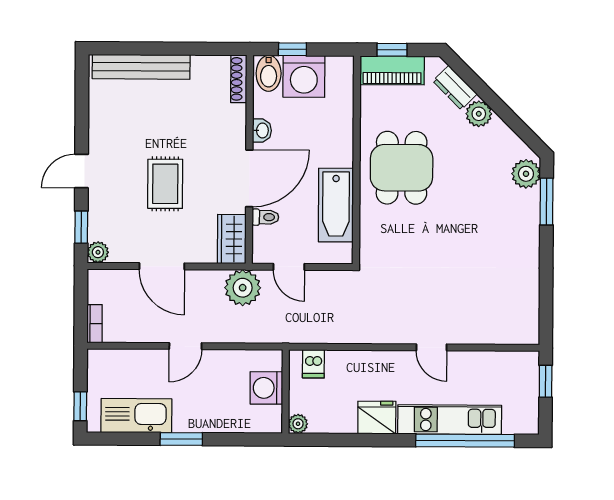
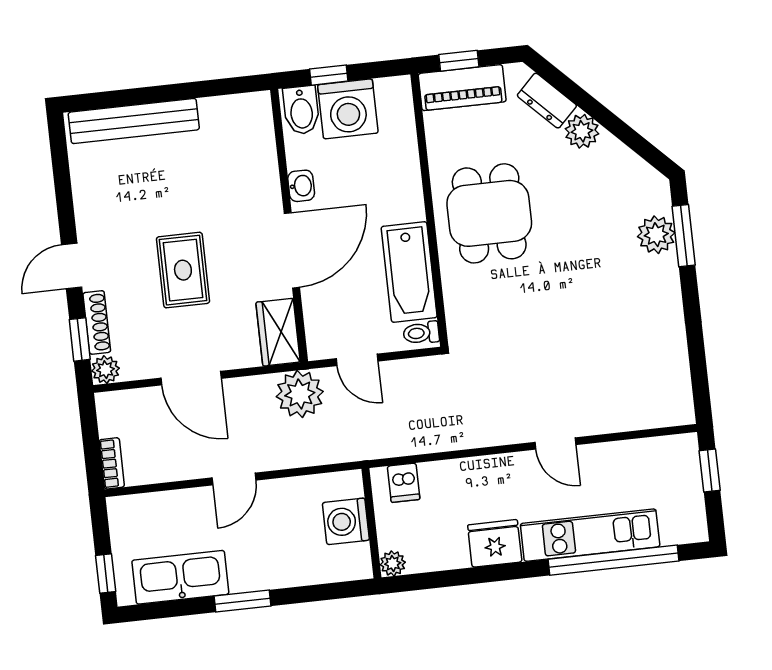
shoe rack: (239, 79) -> (97, 322), moved, turned 180
plant: (526, 174) -> (656, 235), moved
toilet: (265, 217) -> (421, 333), moved, turned 180

